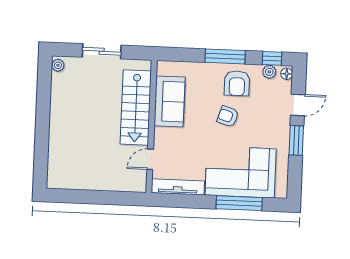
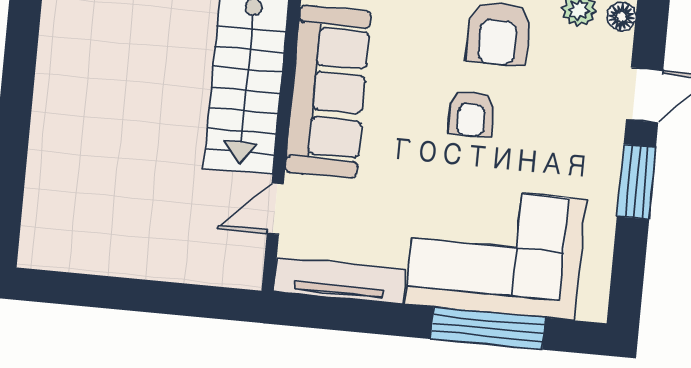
sofa: (170, 101) -> (328, 92), width x1.36
armchair: (228, 116) -> (471, 114), turned -108

